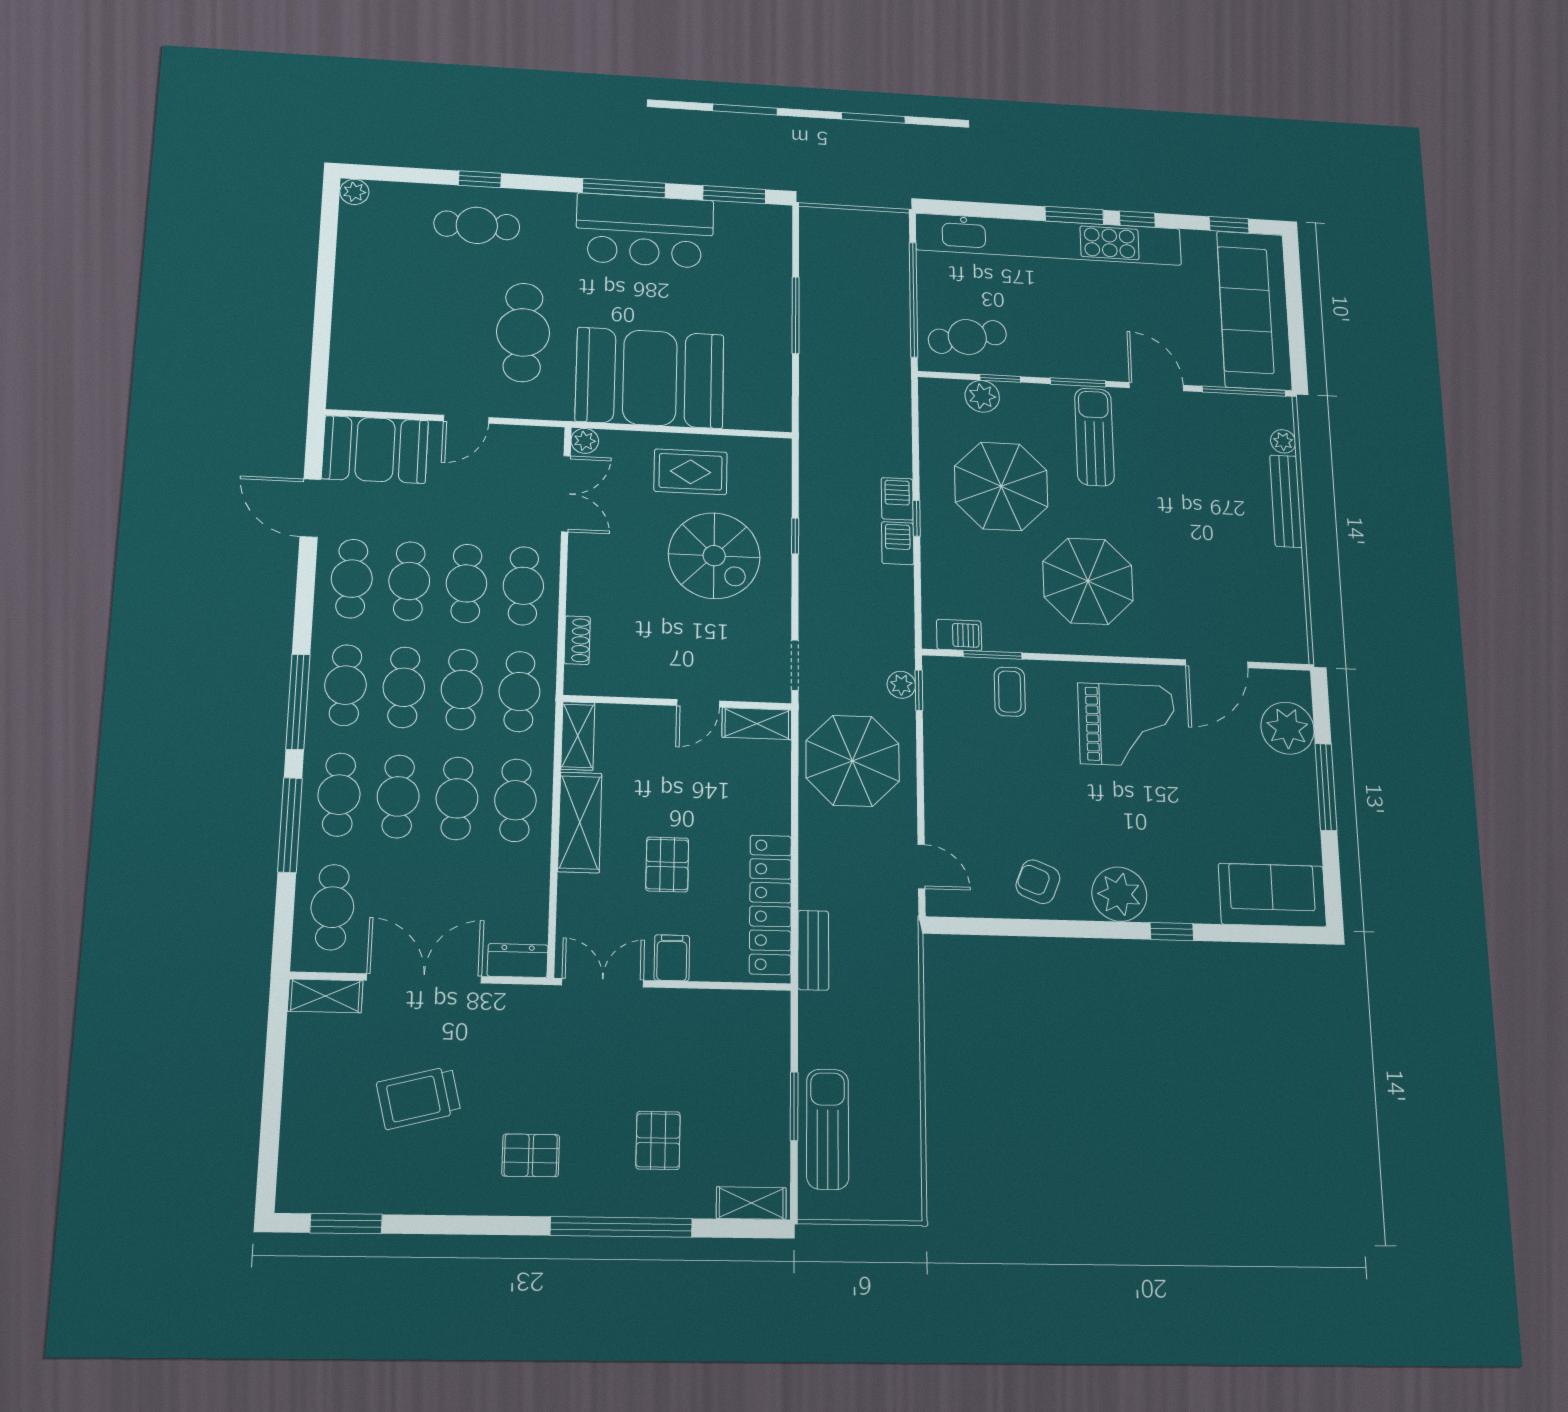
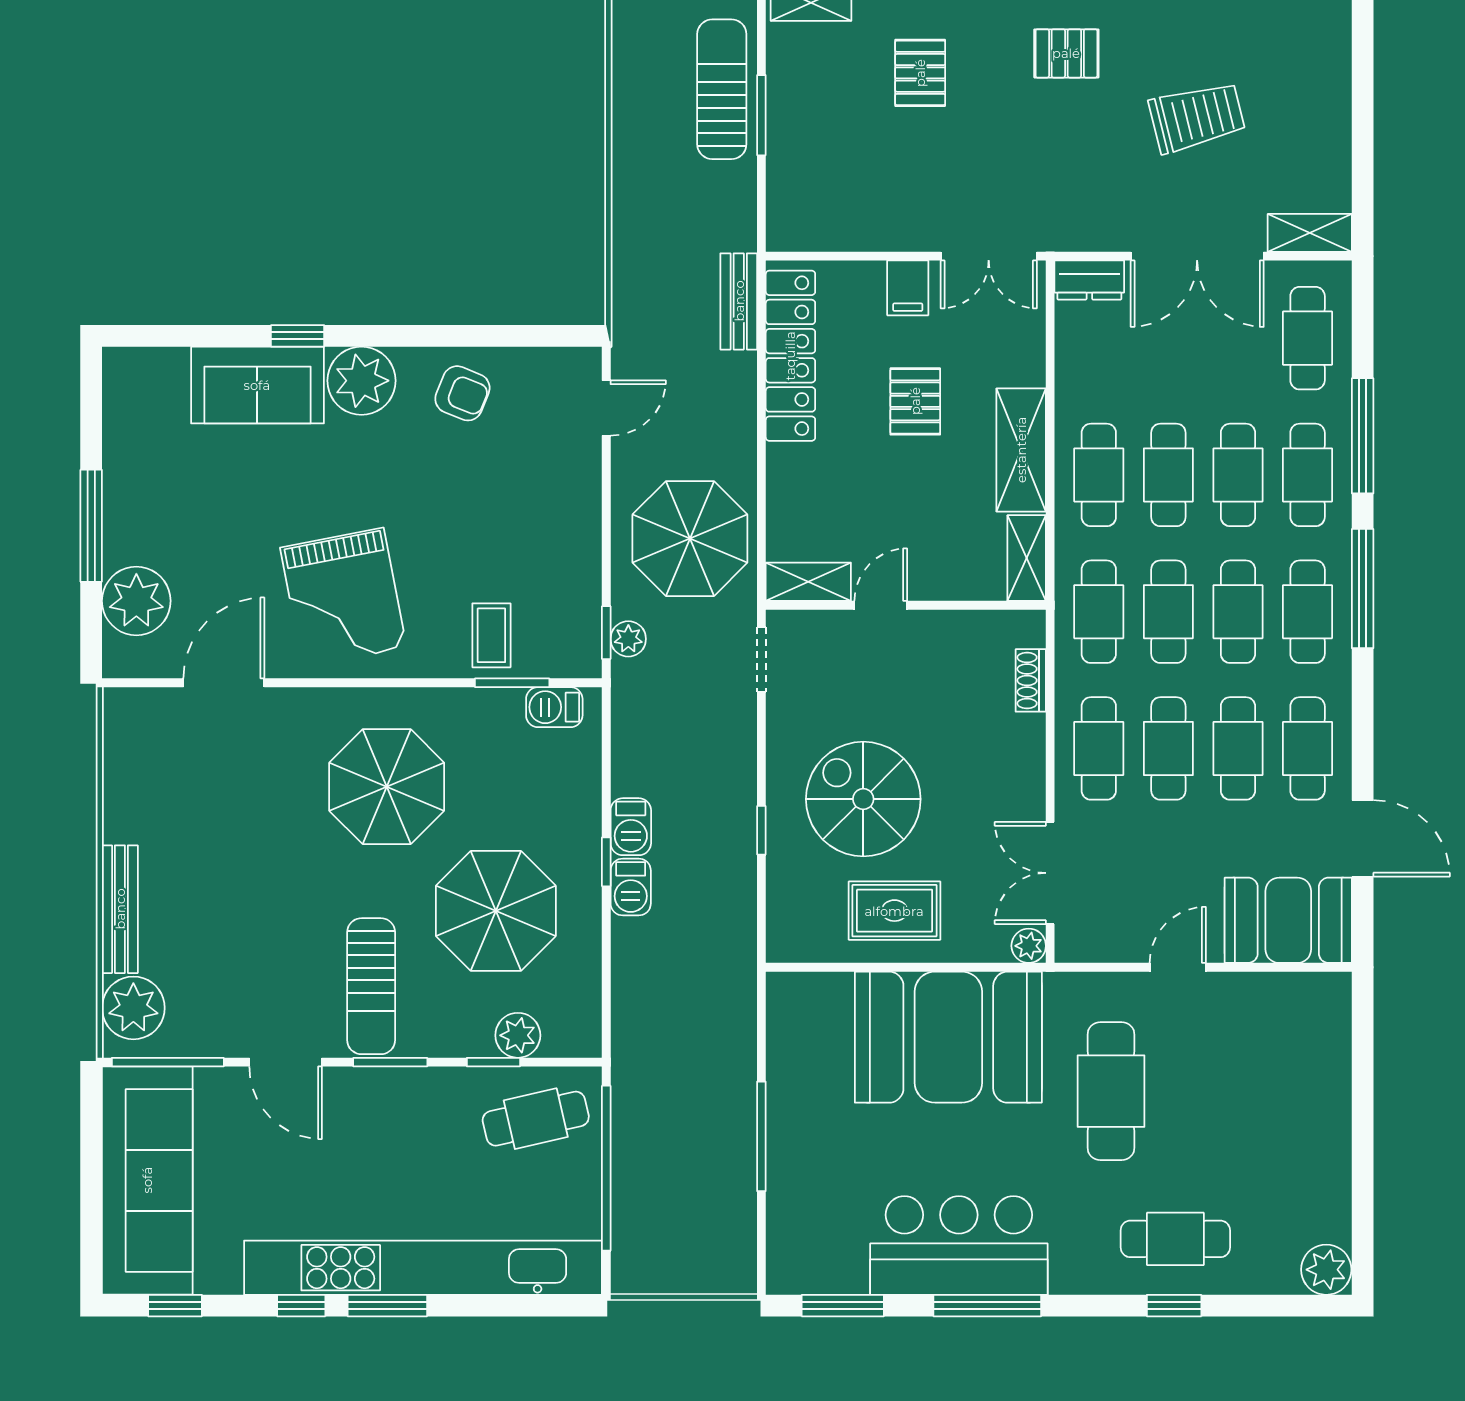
plant: (354, 192) -> (1326, 1270), width x1.38, depth x1.38
plant: (1283, 441) -> (133, 1008), width x1.87, depth x1.87
grand piano: (1127, 725) -> (343, 598), turned -101
door: (921, 867) -> (606, 408), swing flipped
sofa: (1272, 895) -> (257, 385), moved
sun lounger: (828, 1129) -> (722, 89), turned 180

